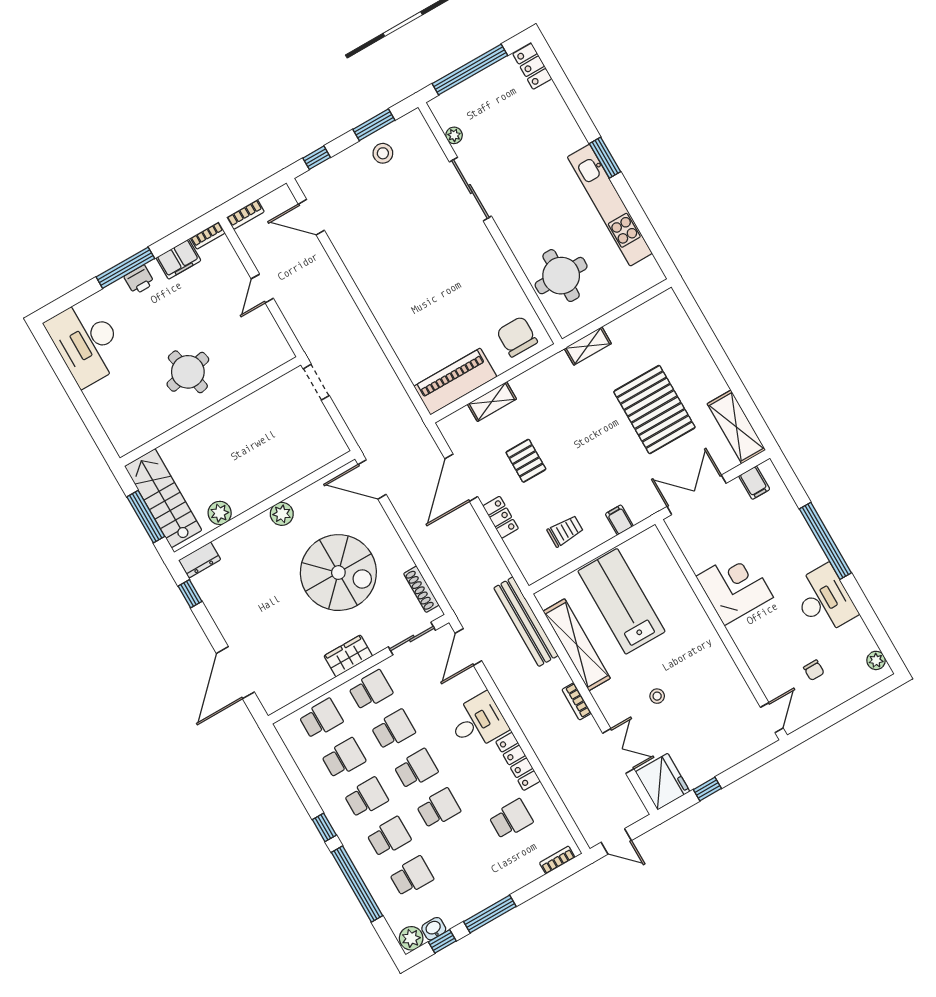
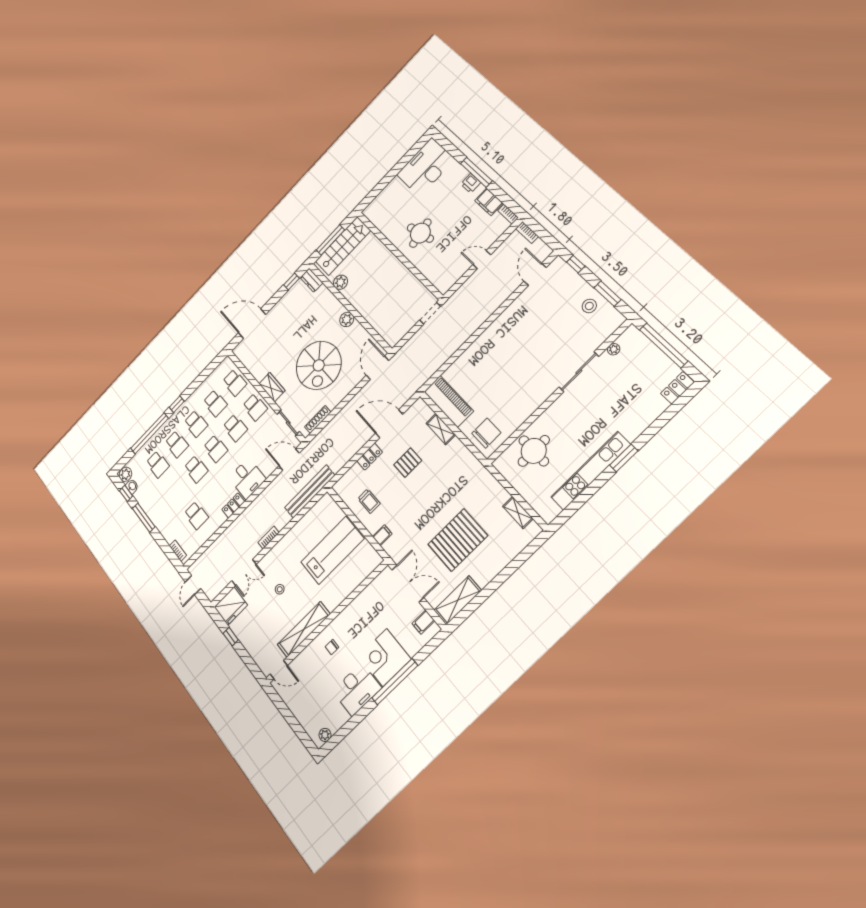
shelving: (588, 346) -> (518, 513), moved
corner desk: (735, 587) -> (385, 658), moved, turned 180
shelving: (577, 645) -> (304, 629), moved
chair: (814, 670) -> (332, 647), moved
locker: (518, 761) -> (233, 506), width x0.66

